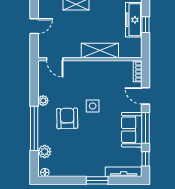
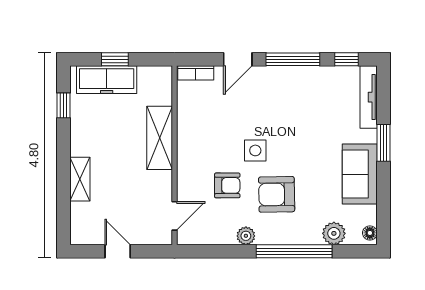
armchair: (72, 90) -> (227, 185), added
sofa: (132, 130) -> (360, 174), moved, turned 90

